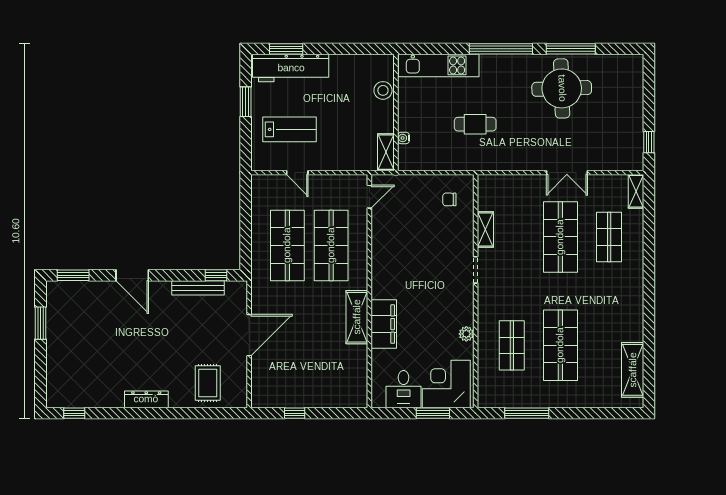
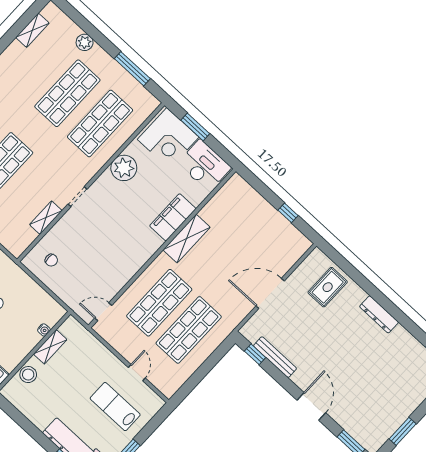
shelving: (386, 152) -> (50, 347), moved
plant: (466, 334) -> (124, 168), width x1.87, depth x1.87
shop shelf: (512, 345) -> (100, 123), width x1.43, depth x1.36
shelving: (633, 370) -> (32, 30), width x0.67, depth x0.75
desk: (404, 389) -> (204, 165), width x1.37
plant: (585, 399) -> (85, 42), added

